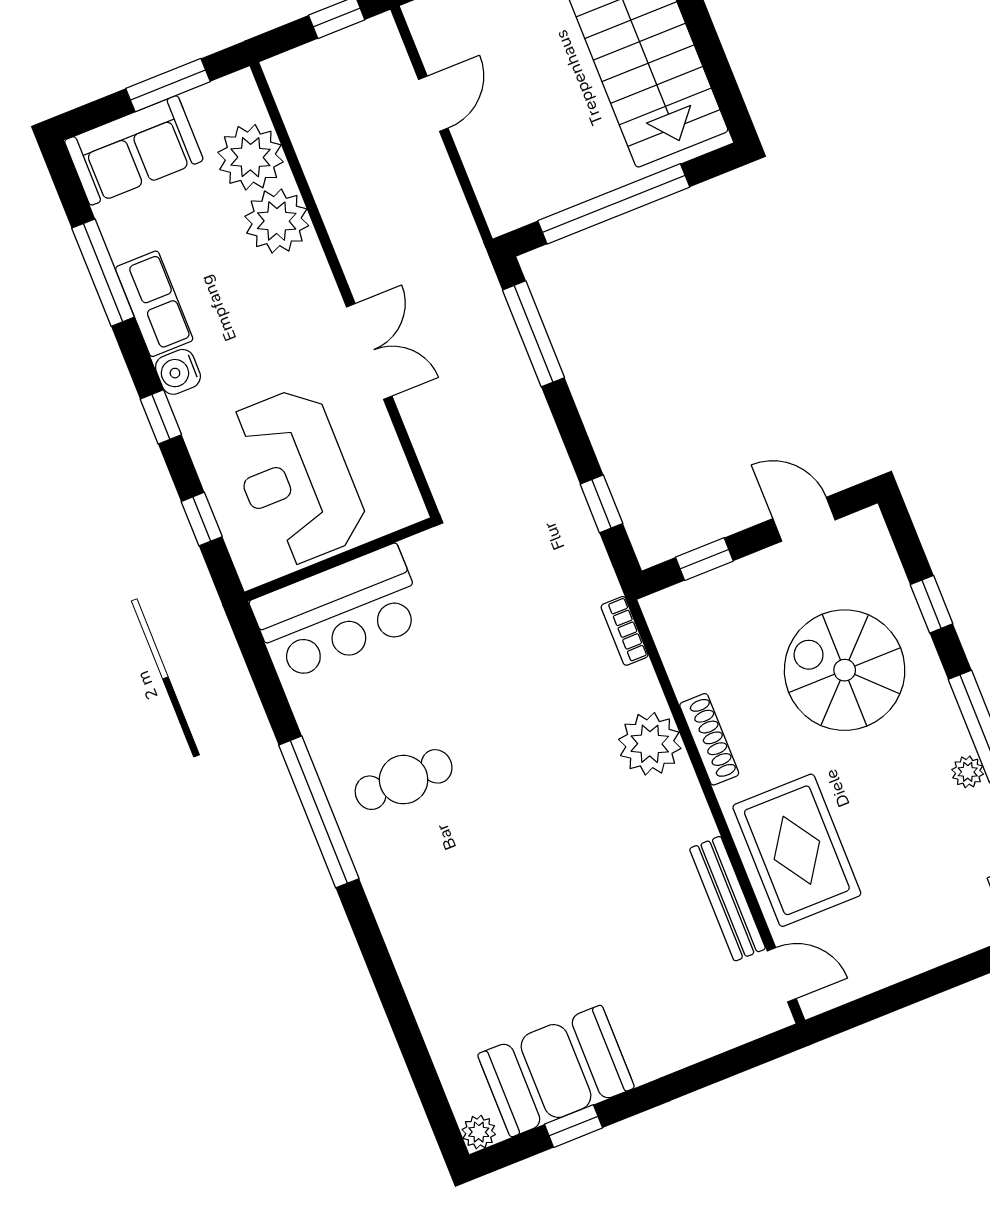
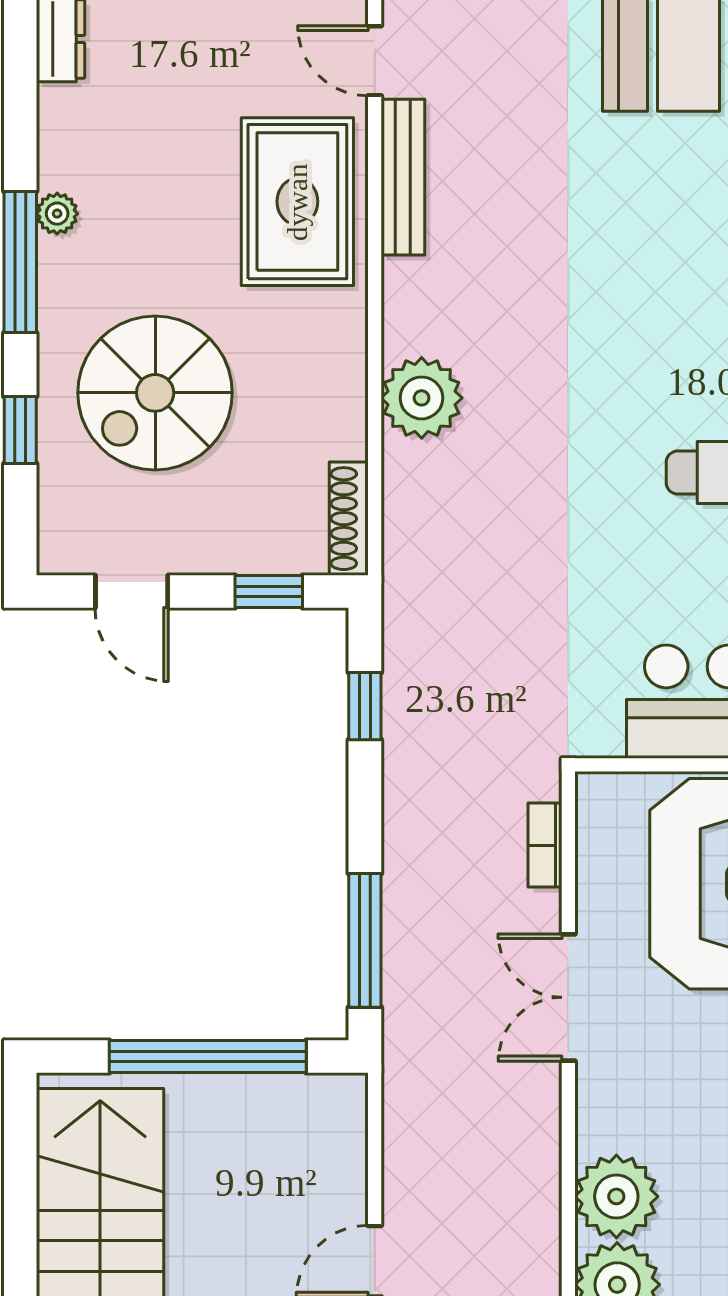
bookcase: (625, 631) -> (545, 845), moved, turned 180
spiral stairs: (845, 670) -> (155, 393), turned 90
shoe rack: (709, 739) -> (349, 519), moved

